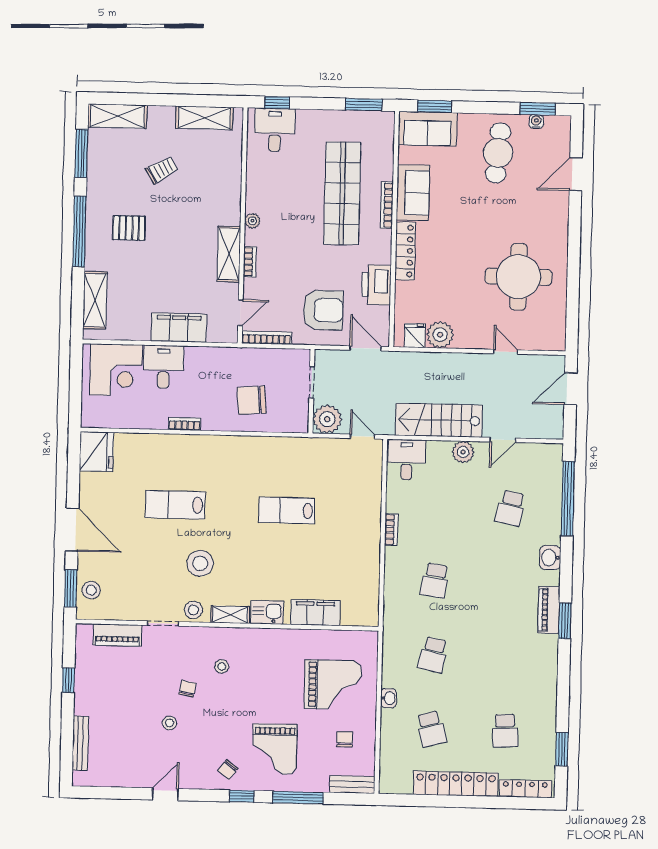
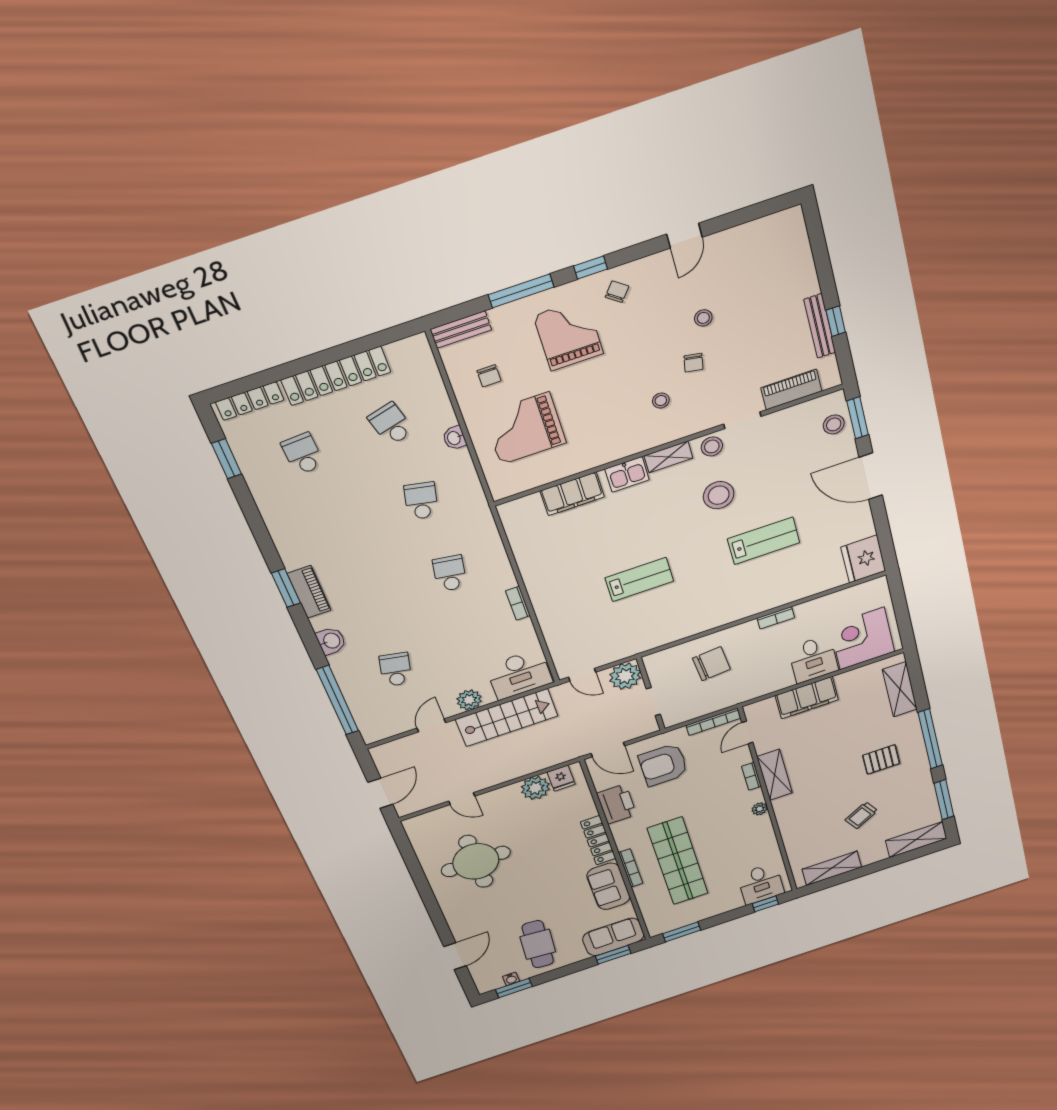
desk: (407, 460) -> (519, 674), width x1.37
bench: (80, 743) -> (820, 326), moved

